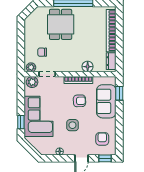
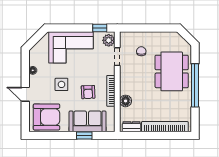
dining table: (61, 24) -> (172, 71), width x1.37
plant: (31, 67) -> (125, 39), removed
window: (119, 93) -> (84, 136), moved
window: (21, 122) -> (100, 28), moved
armchair: (102, 139) -> (46, 117), width x1.88, depth x1.88
window: (105, 158) -> (25, 120), removed

